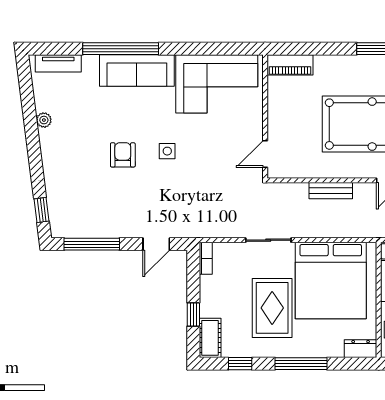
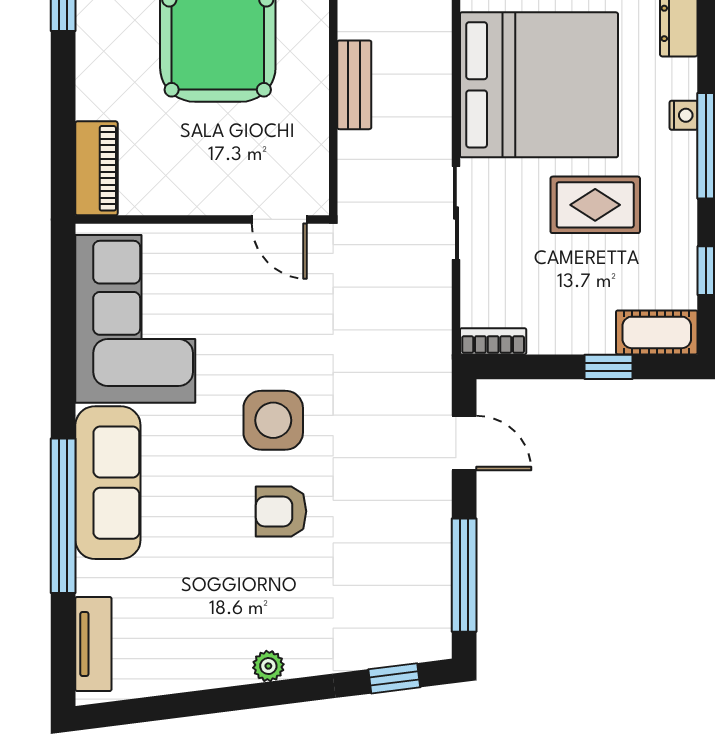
plant: (44, 120) -> (268, 666), moved
side table: (167, 151) -> (273, 420), width x1.87, depth x1.87
rug: (272, 308) -> (595, 205), width x0.73, depth x0.70
nightstand: (316, 351) -> (684, 115), added

